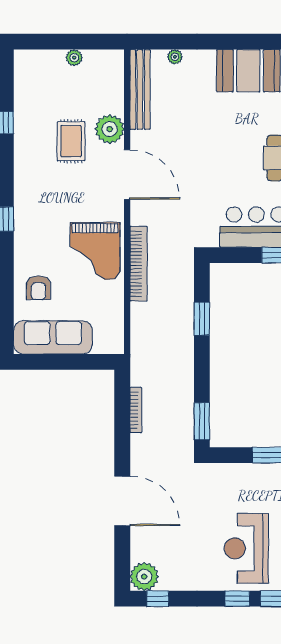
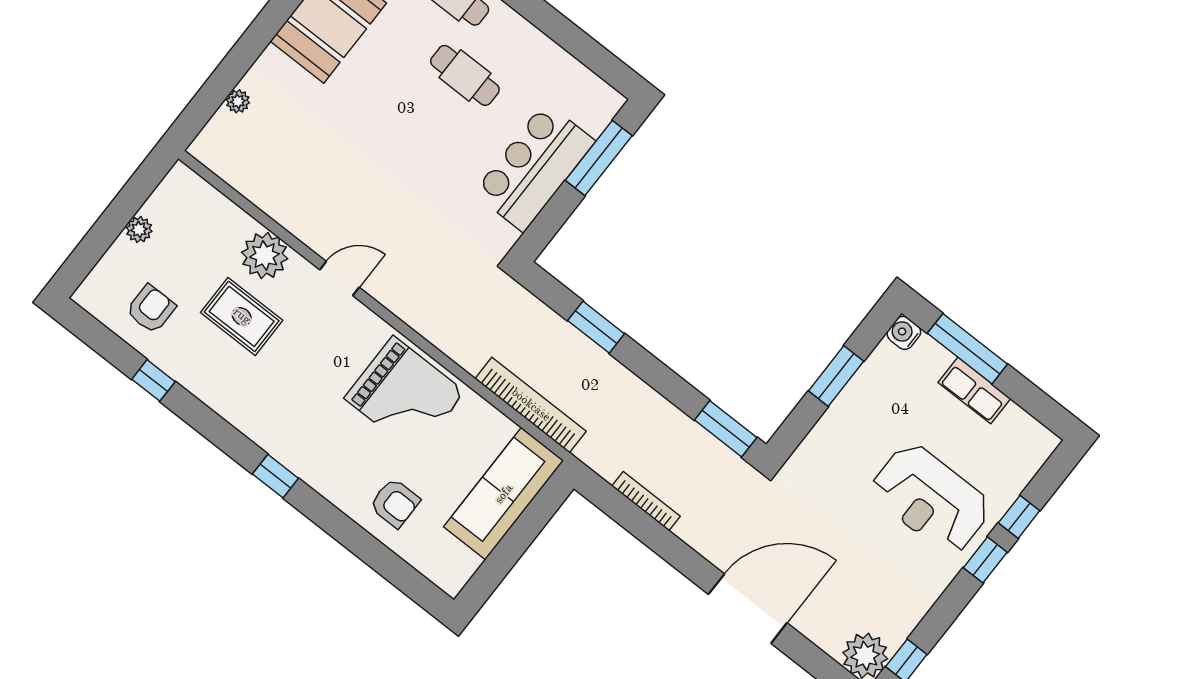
bench: (140, 89) -> (245, 178), removed
armchair: (40, 94) -> (151, 309), added
door: (127, 175) -> (339, 279), width x0.53
bookcase: (139, 264) -> (531, 405), moved
sofa: (53, 337) -> (504, 494), moved

